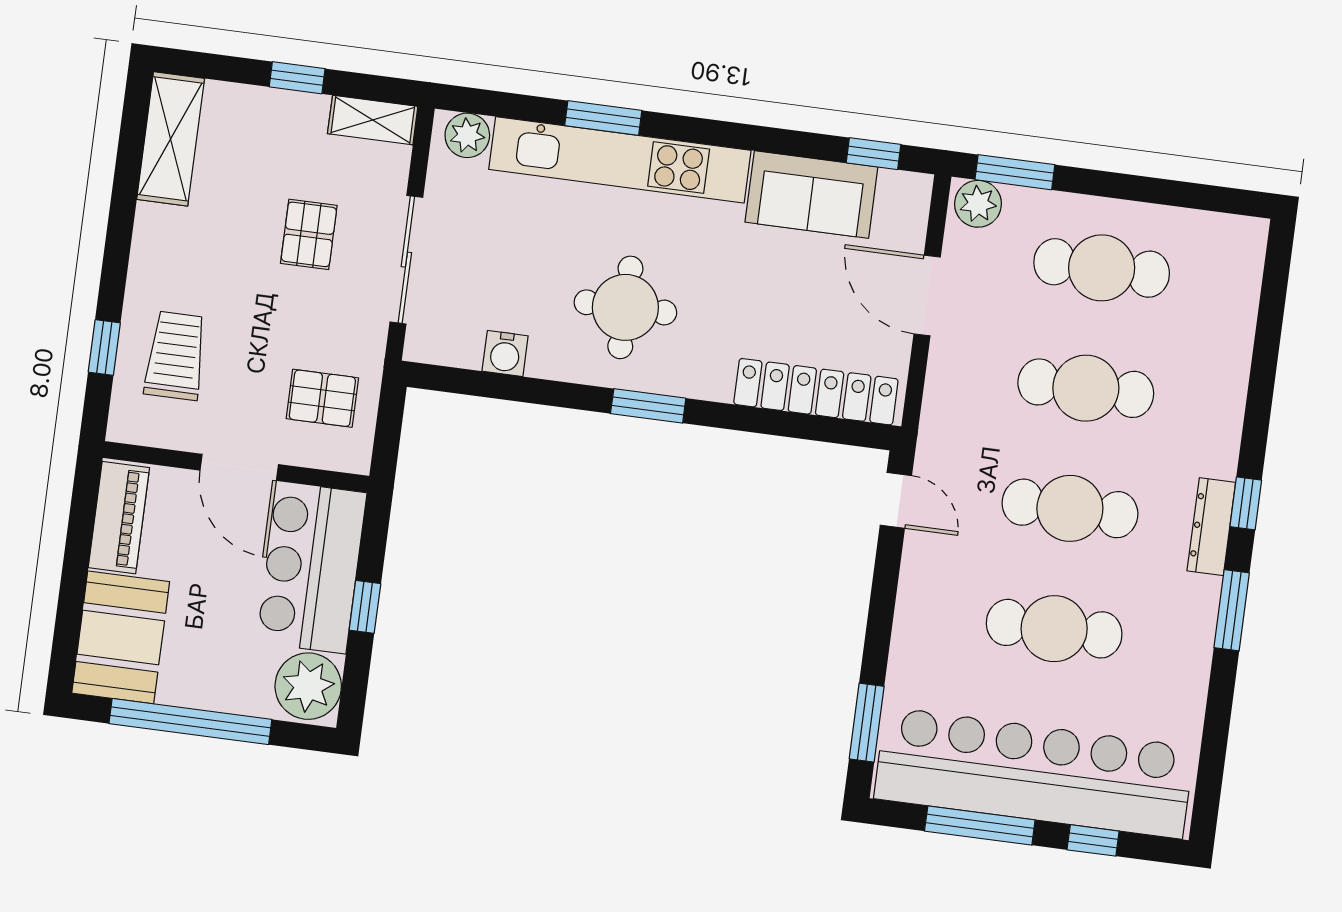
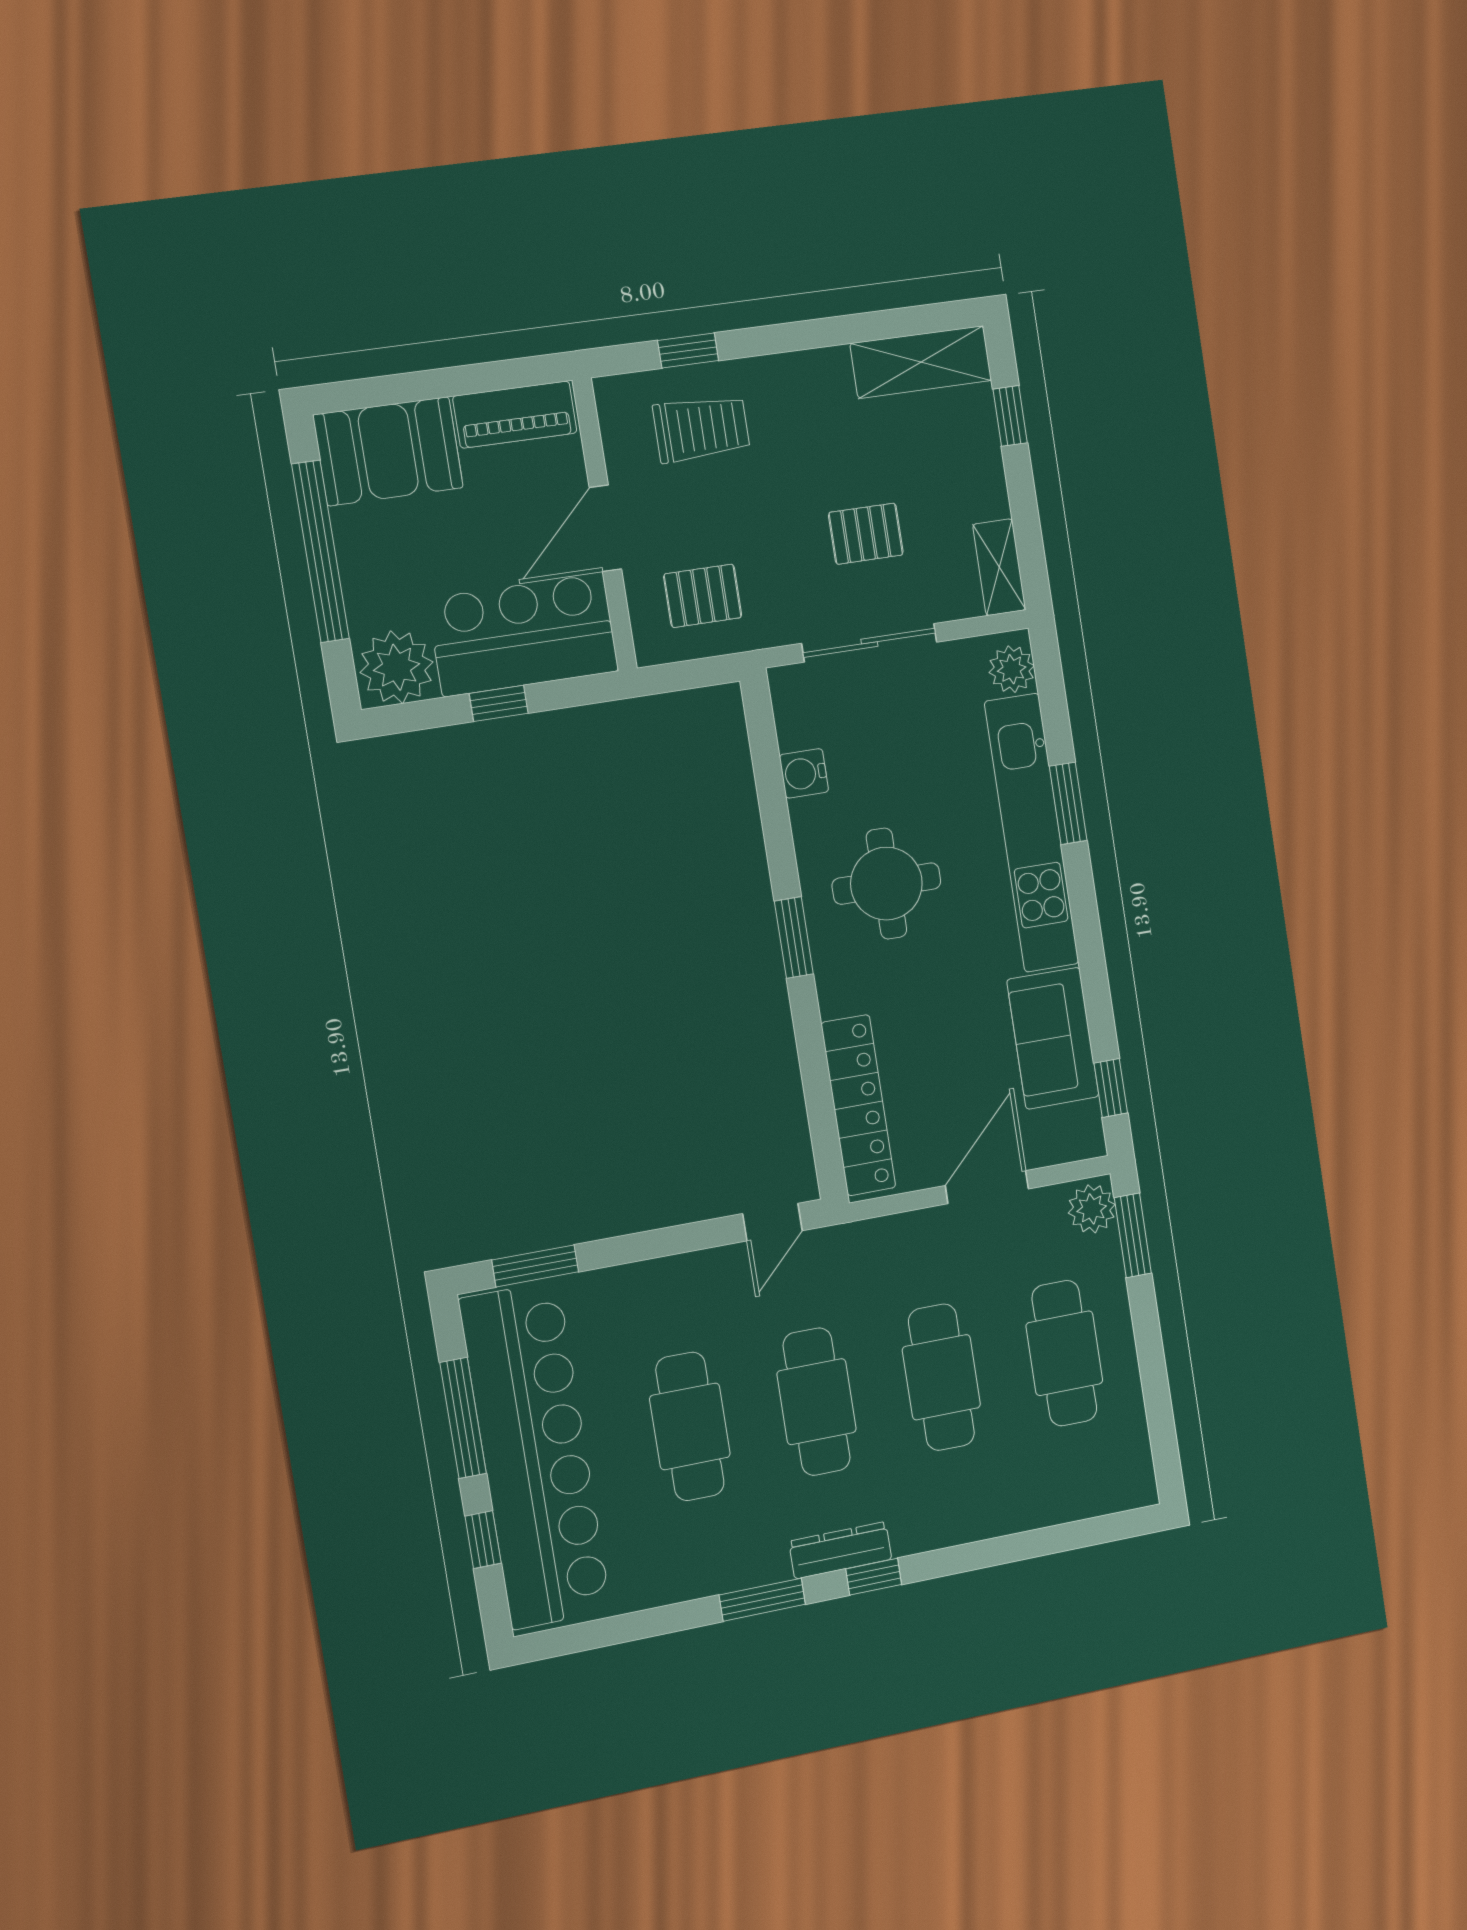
window: (297, 78) -> (1010, 416), moved
pallet: (322, 398) -> (703, 596), turned 90

